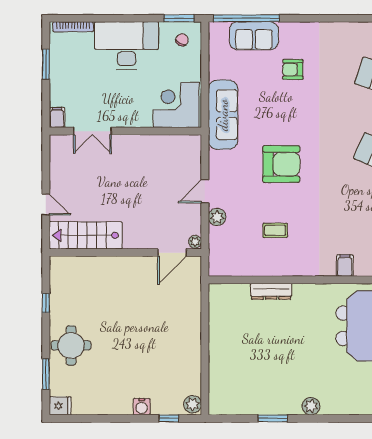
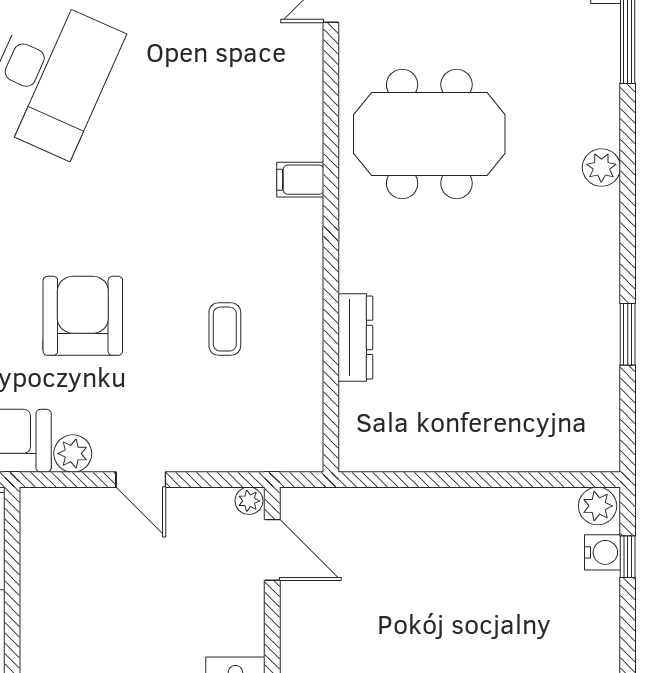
plant: (217, 217) -> (73, 454), moved
plant: (311, 406) -> (601, 168), moved
water cooler: (142, 407) -> (602, 552), moved

